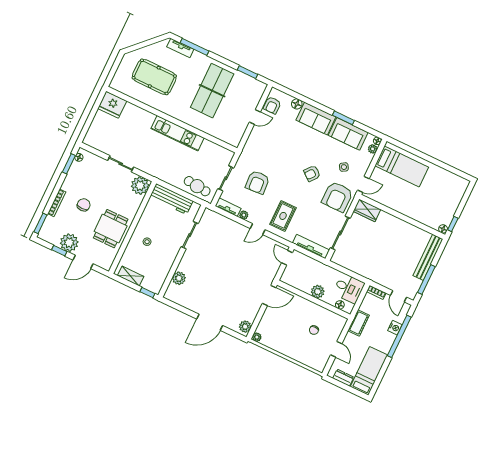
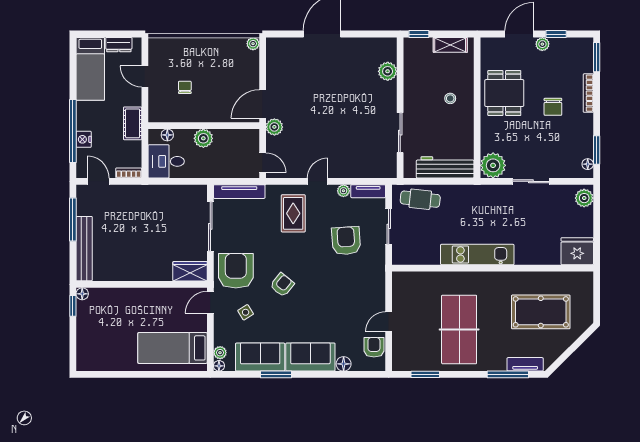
plant: (91, 137) -> (584, 198), added
plant: (69, 243) -> (542, 44), width x0.53, depth x0.53
plant: (245, 327) -> (274, 127), moved

